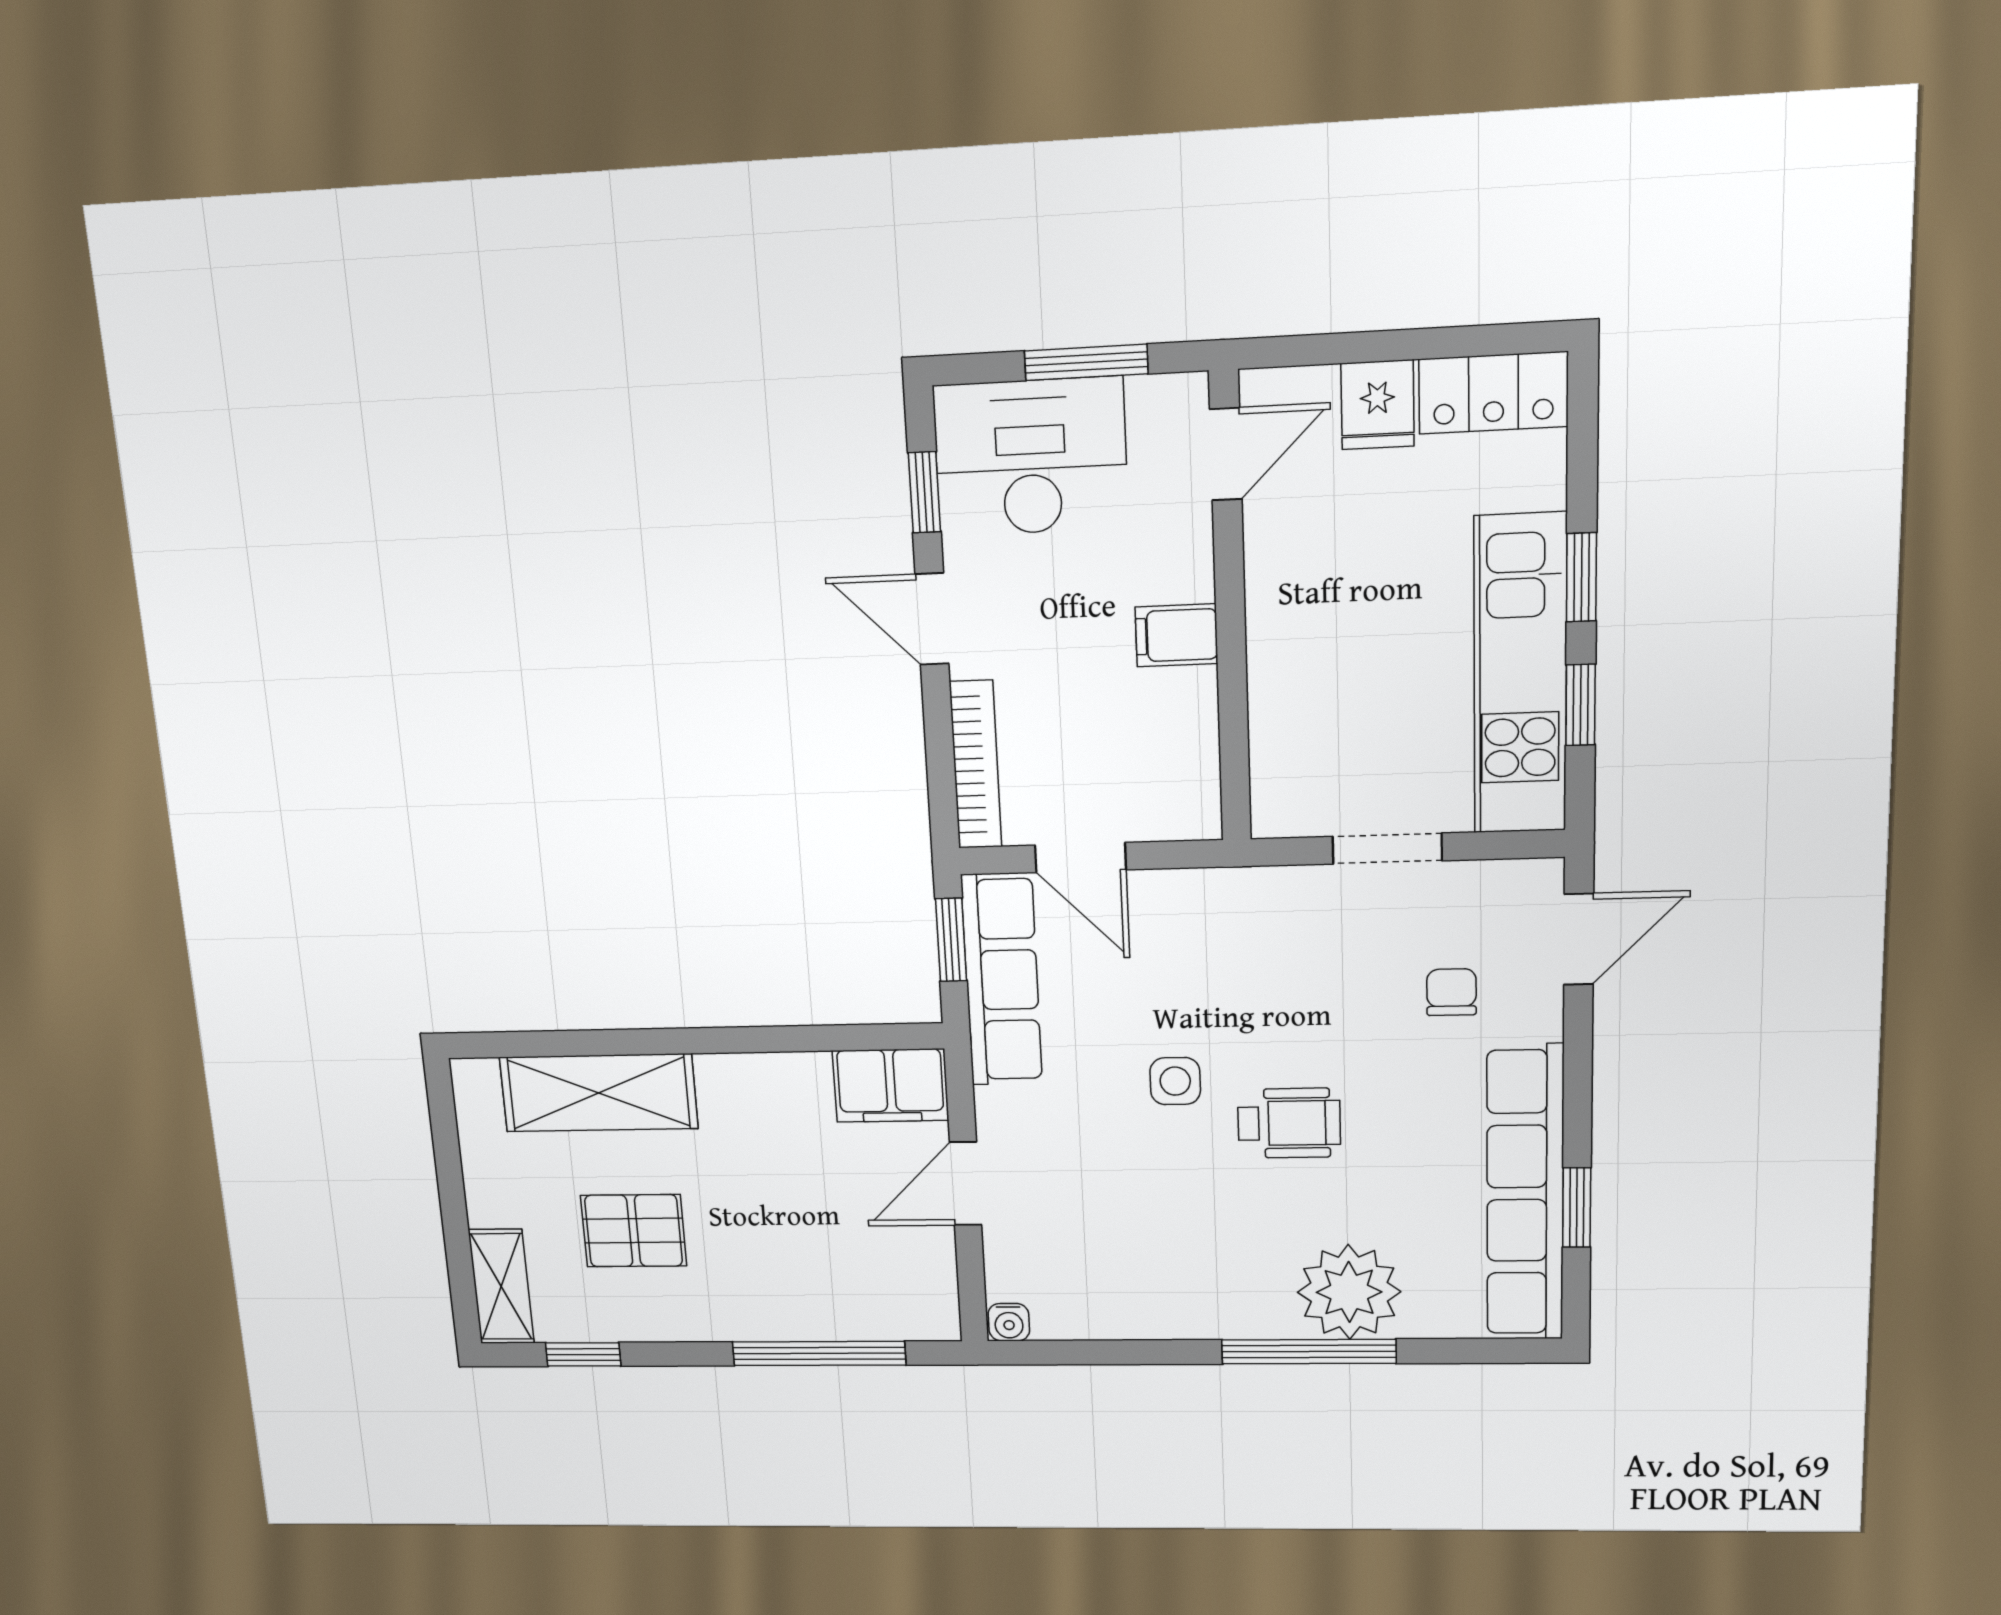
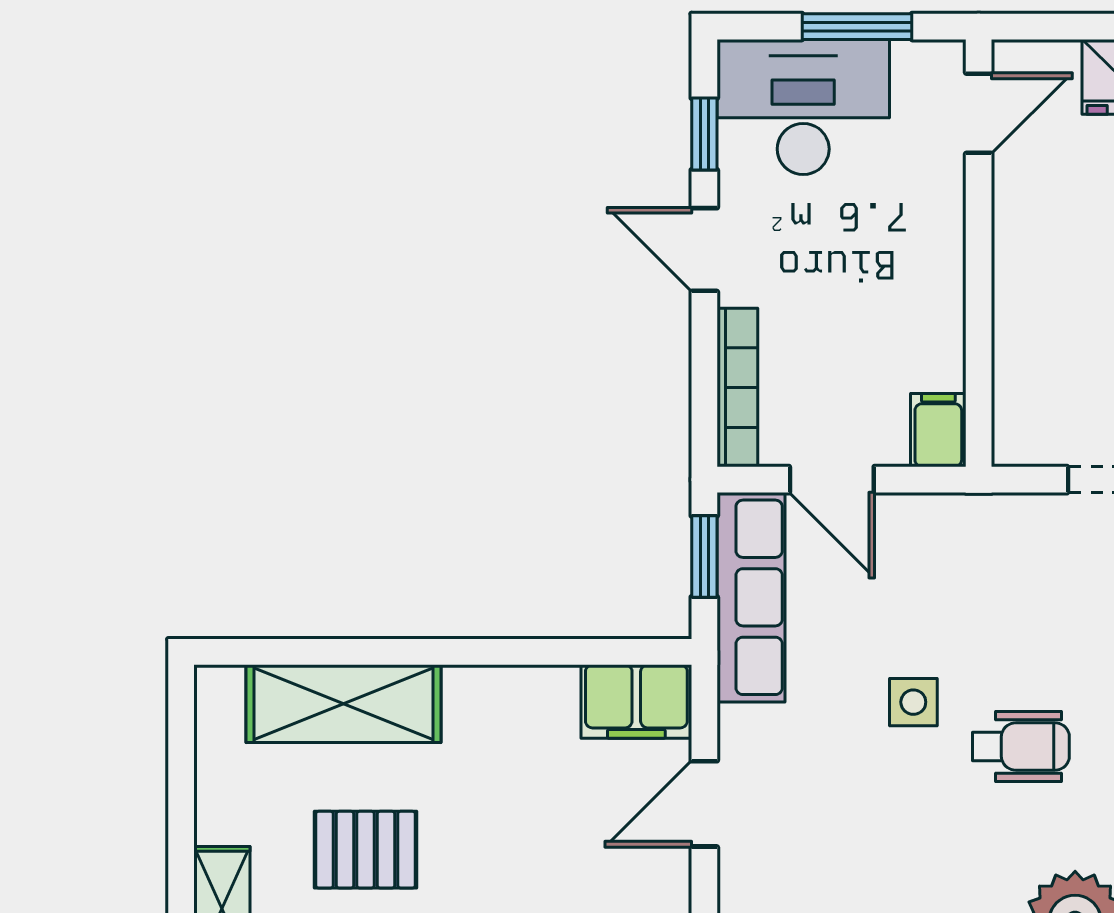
filing cabinet: (1176, 635) -> (938, 430), moved, turned 90

